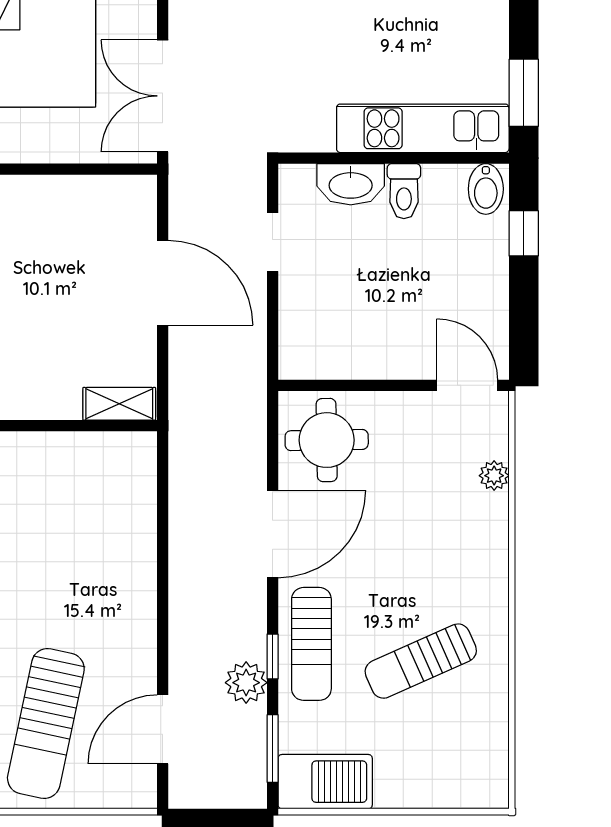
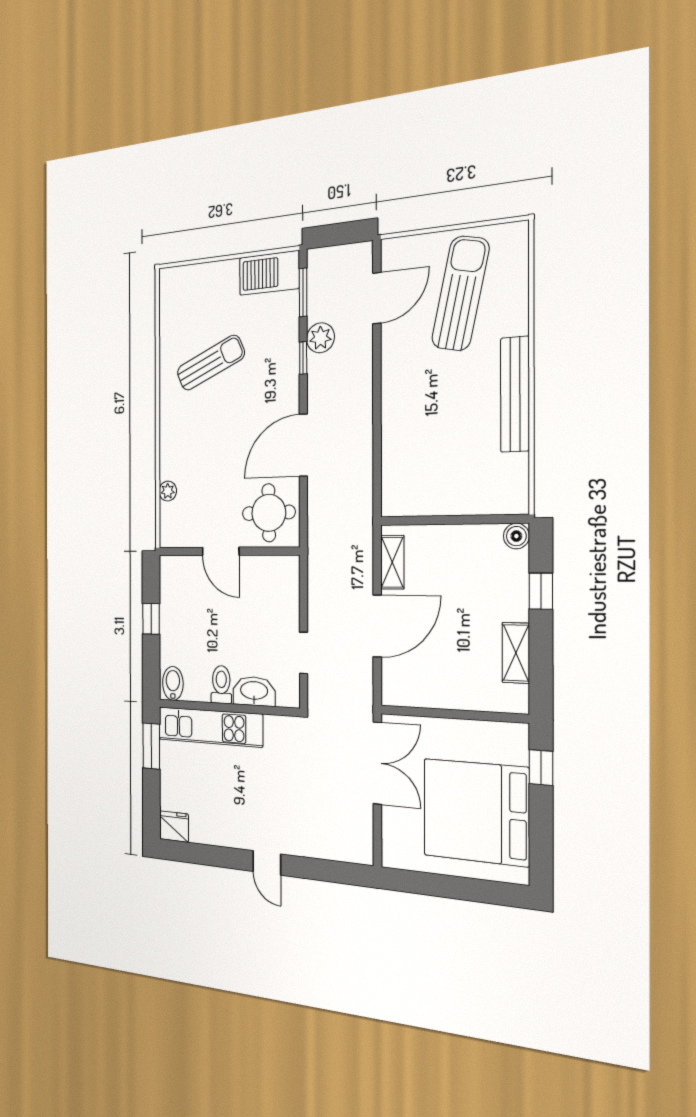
window: (524, 233) -> (151, 619), moved
door: (163, 283) -> (377, 626), swing flipped
door: (467, 385) -> (221, 551), moved
shelving: (119, 404) -> (392, 562), moved, turned 90
sun lounger: (311, 644) -> (278, 369), removed

